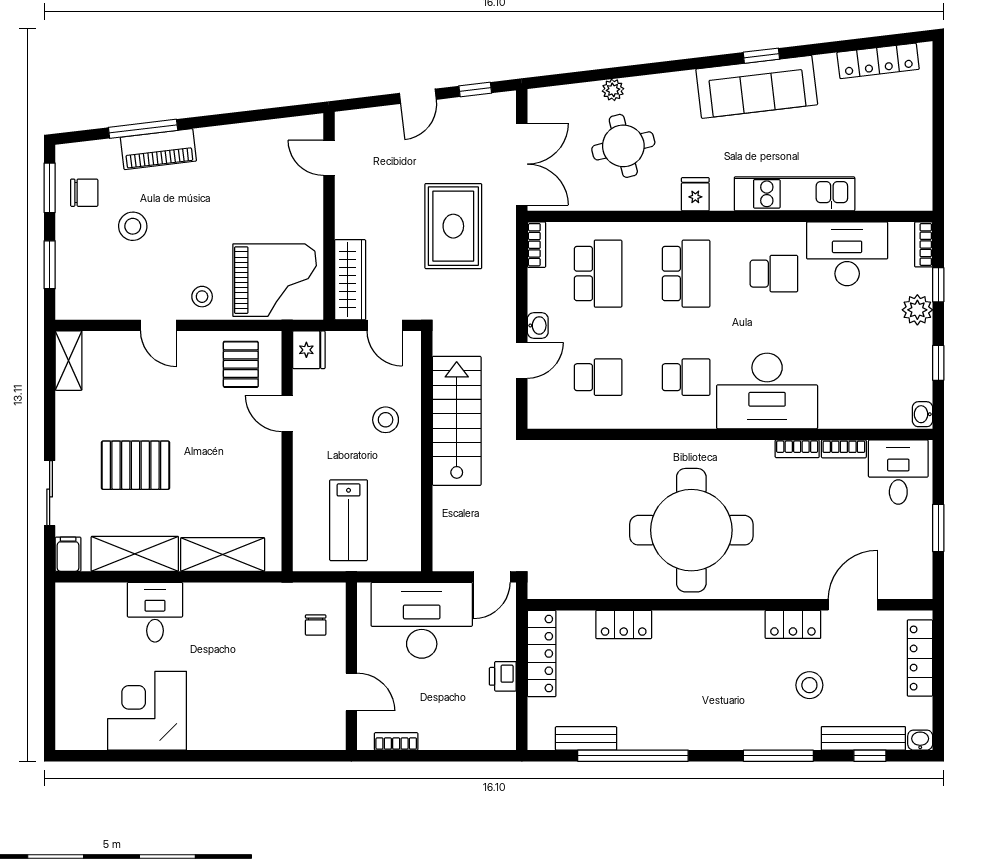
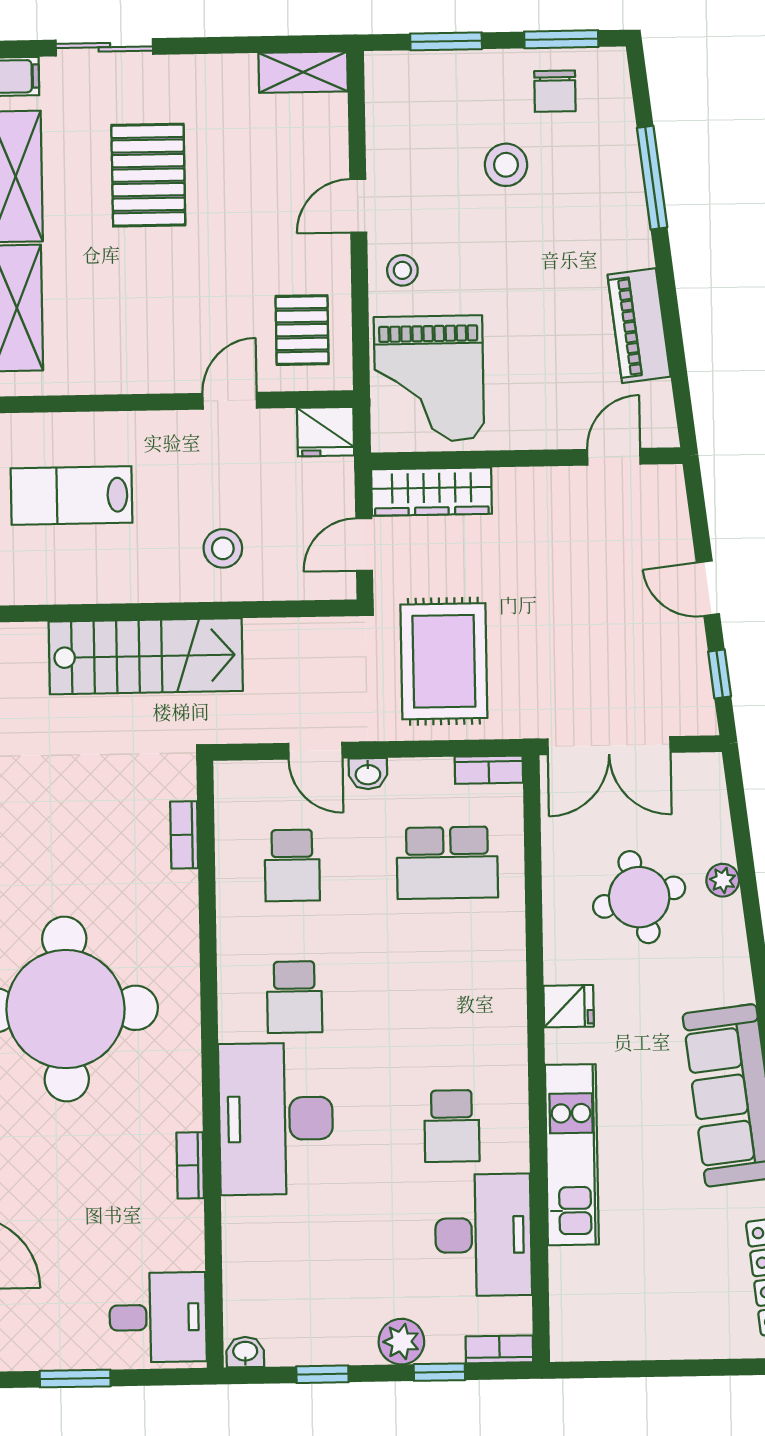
piano: (158, 149) -> (639, 326), moved
rug: (453, 226) -> (444, 661), moved, turned 90
school desk: (686, 274) -> (450, 994), removed
pallet: (241, 364) -> (302, 330), turned 90
stairs: (457, 421) -> (146, 656), moved
bookcase: (844, 449) -> (184, 835), moved

